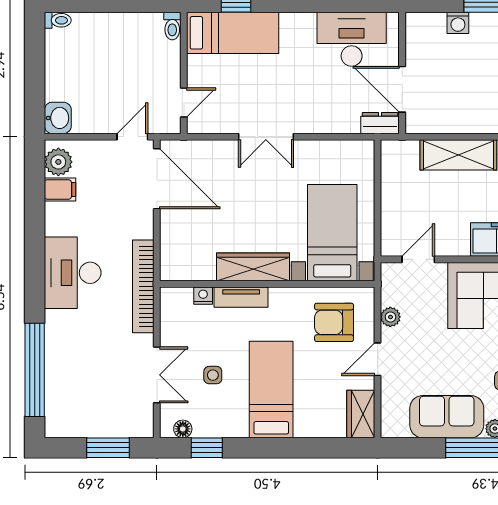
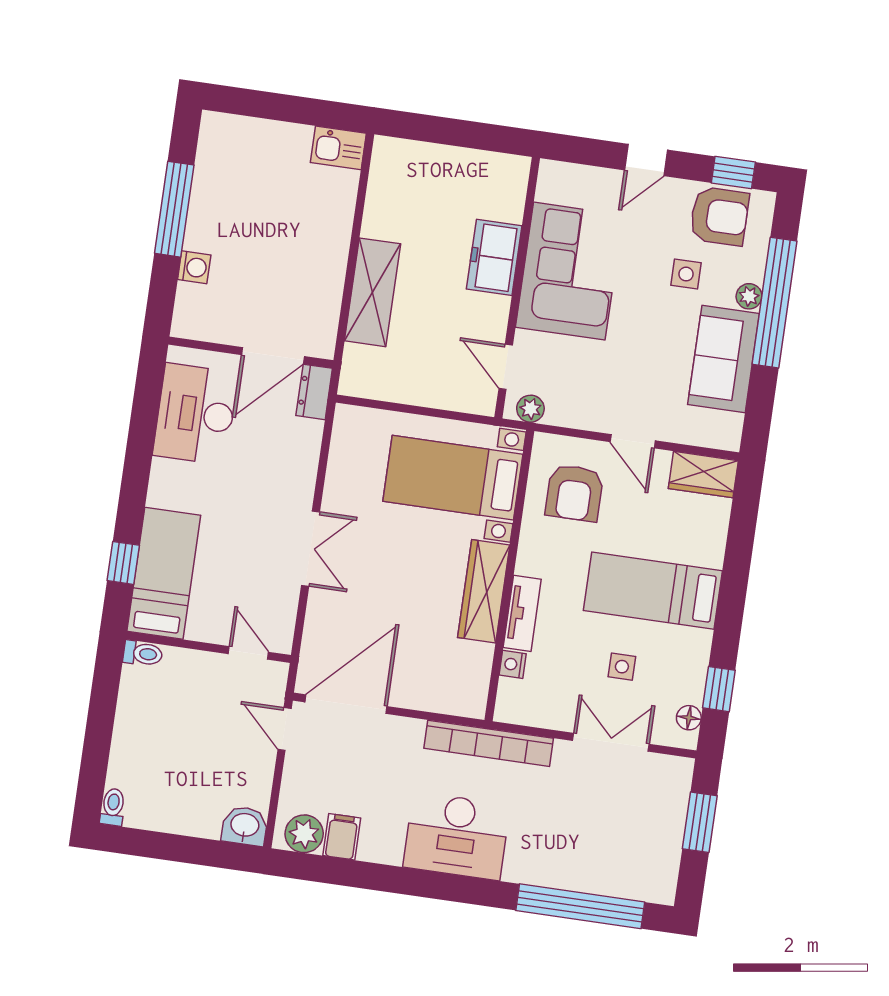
plant: (390, 317) -> (530, 409), moved

